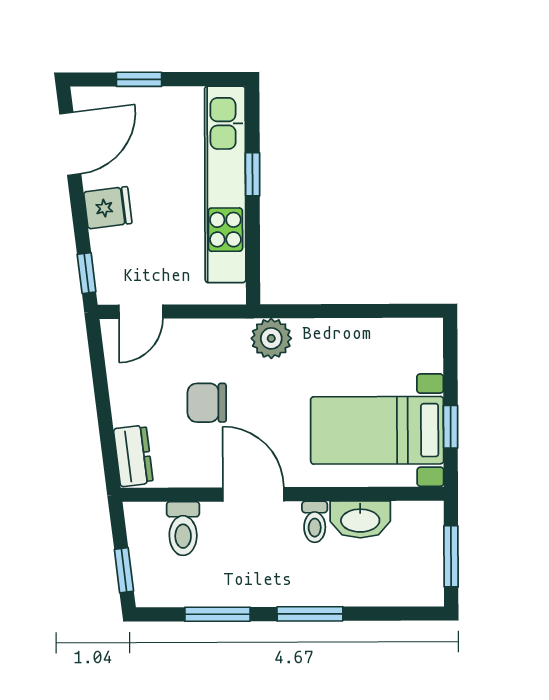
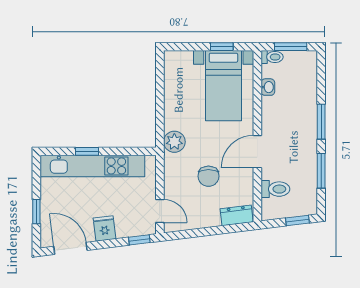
washbasin: (360, 519) -> (268, 87), width x0.52, depth x0.69
toilet: (315, 522) -> (272, 57), moved

